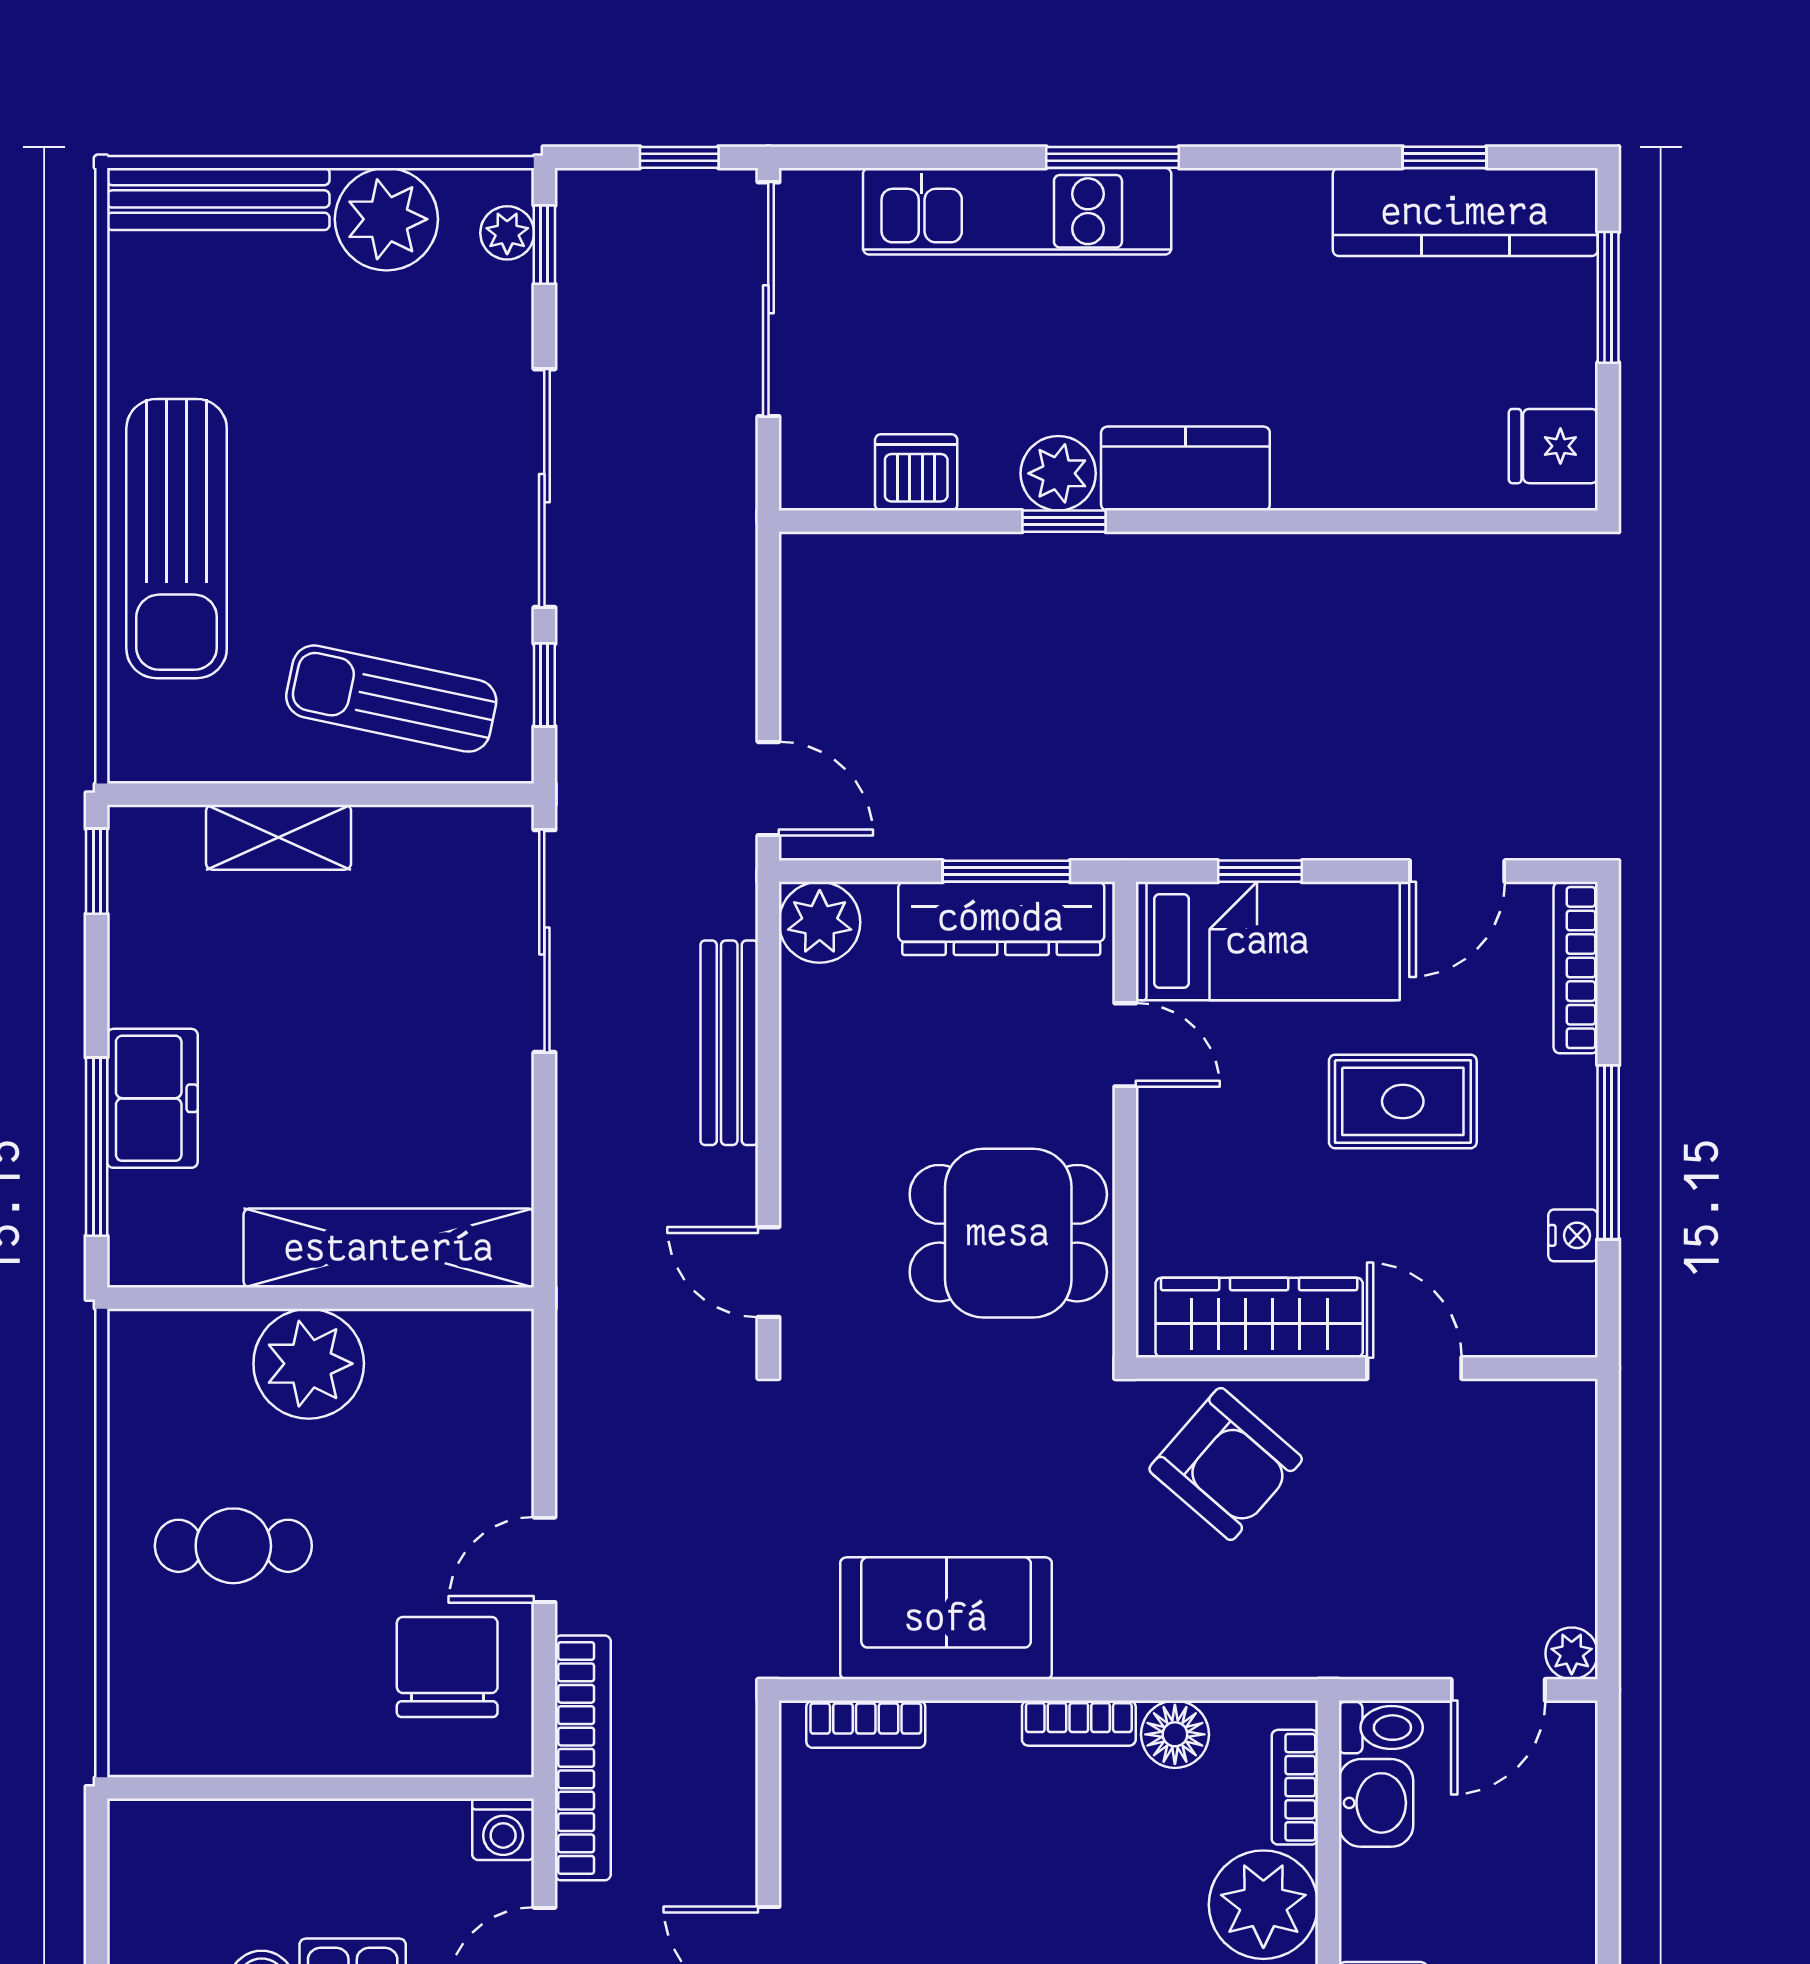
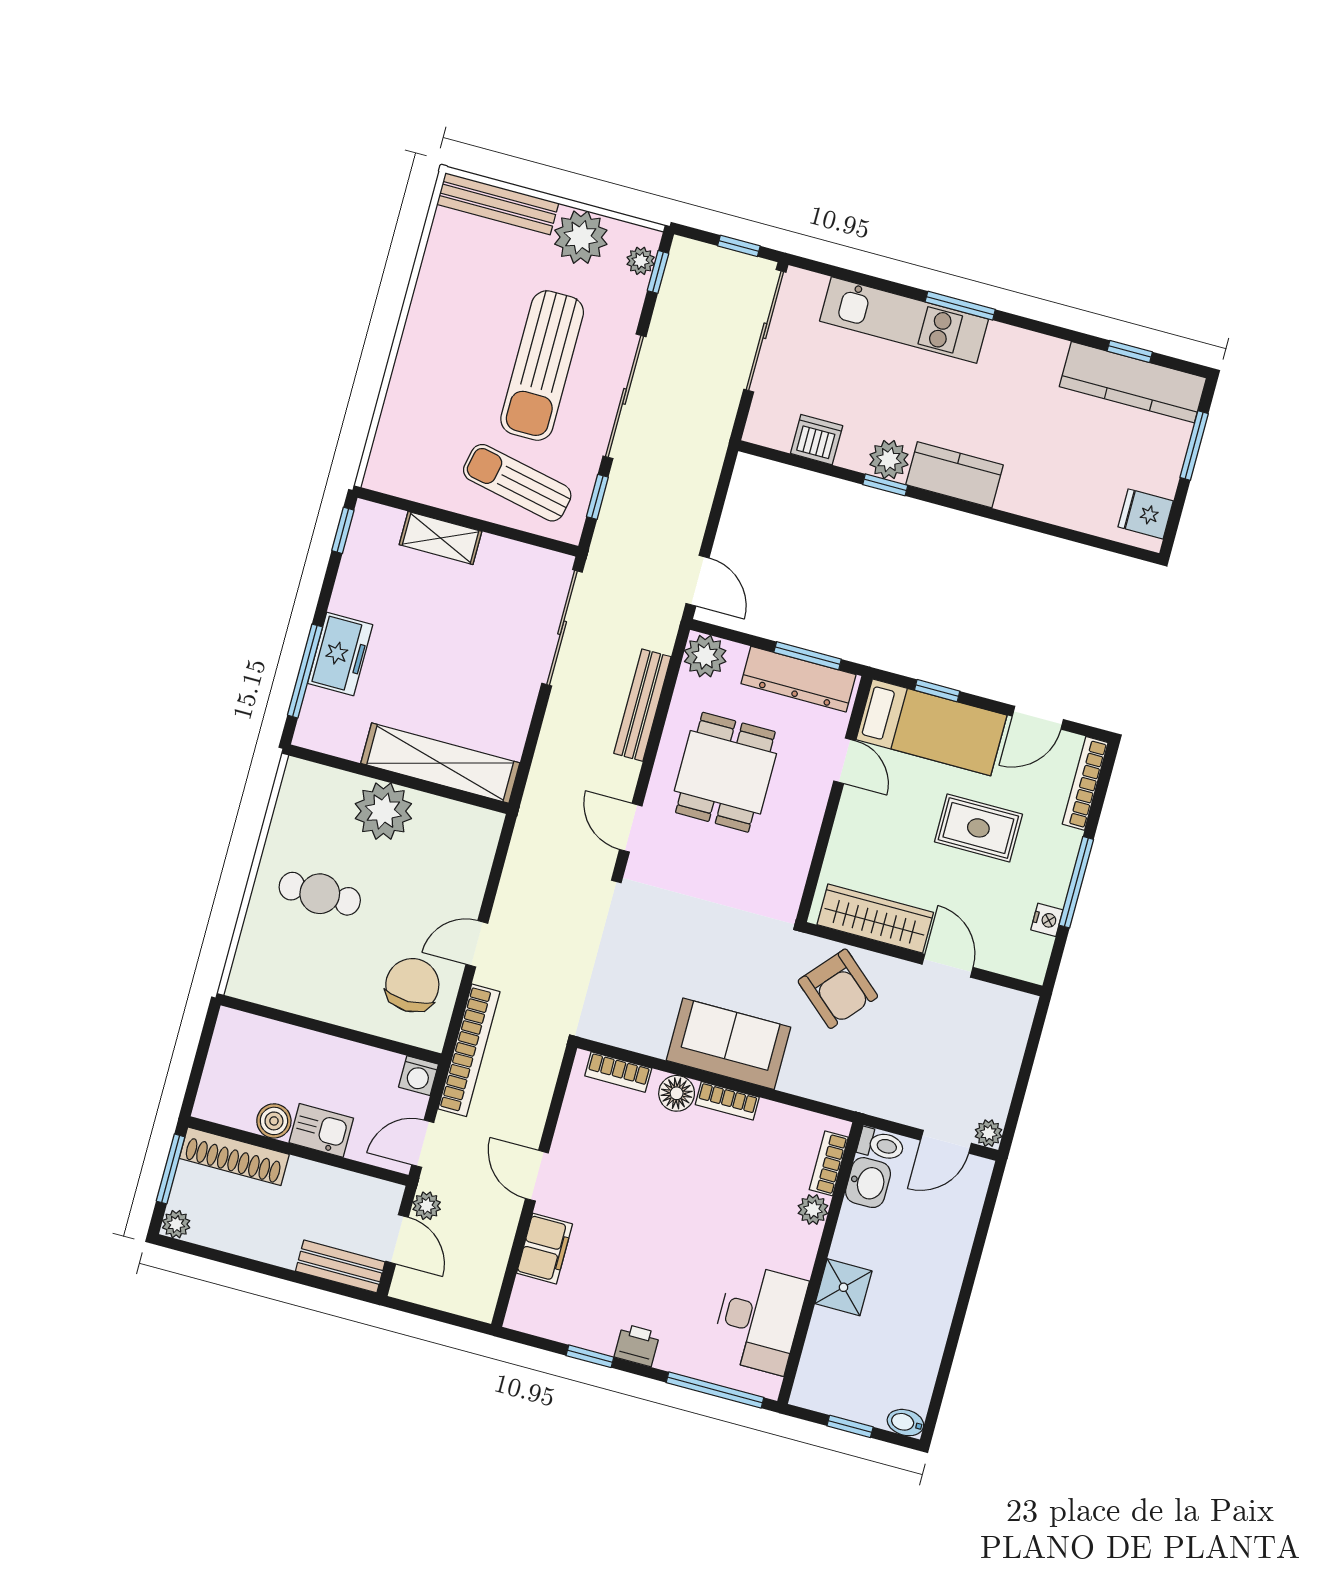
sun lounger: (177, 539) -> (542, 366), moved
dining table: (1008, 1233) -> (725, 772), moved, turned 90
sofa: (946, 1618) -> (728, 1044), moved
floor lamp: (1175, 1734) -> (677, 1093), moved
plant: (1263, 1905) -> (813, 1210), width x0.53, depth x0.53

